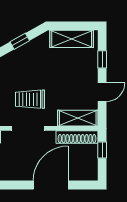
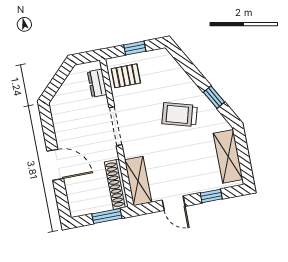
trolley: (30, 99) -> (180, 115), moved, turned -74
window: (102, 150) -> (107, 216), width x1.50
door: (51, 185) -> (55, 165), width x0.73

